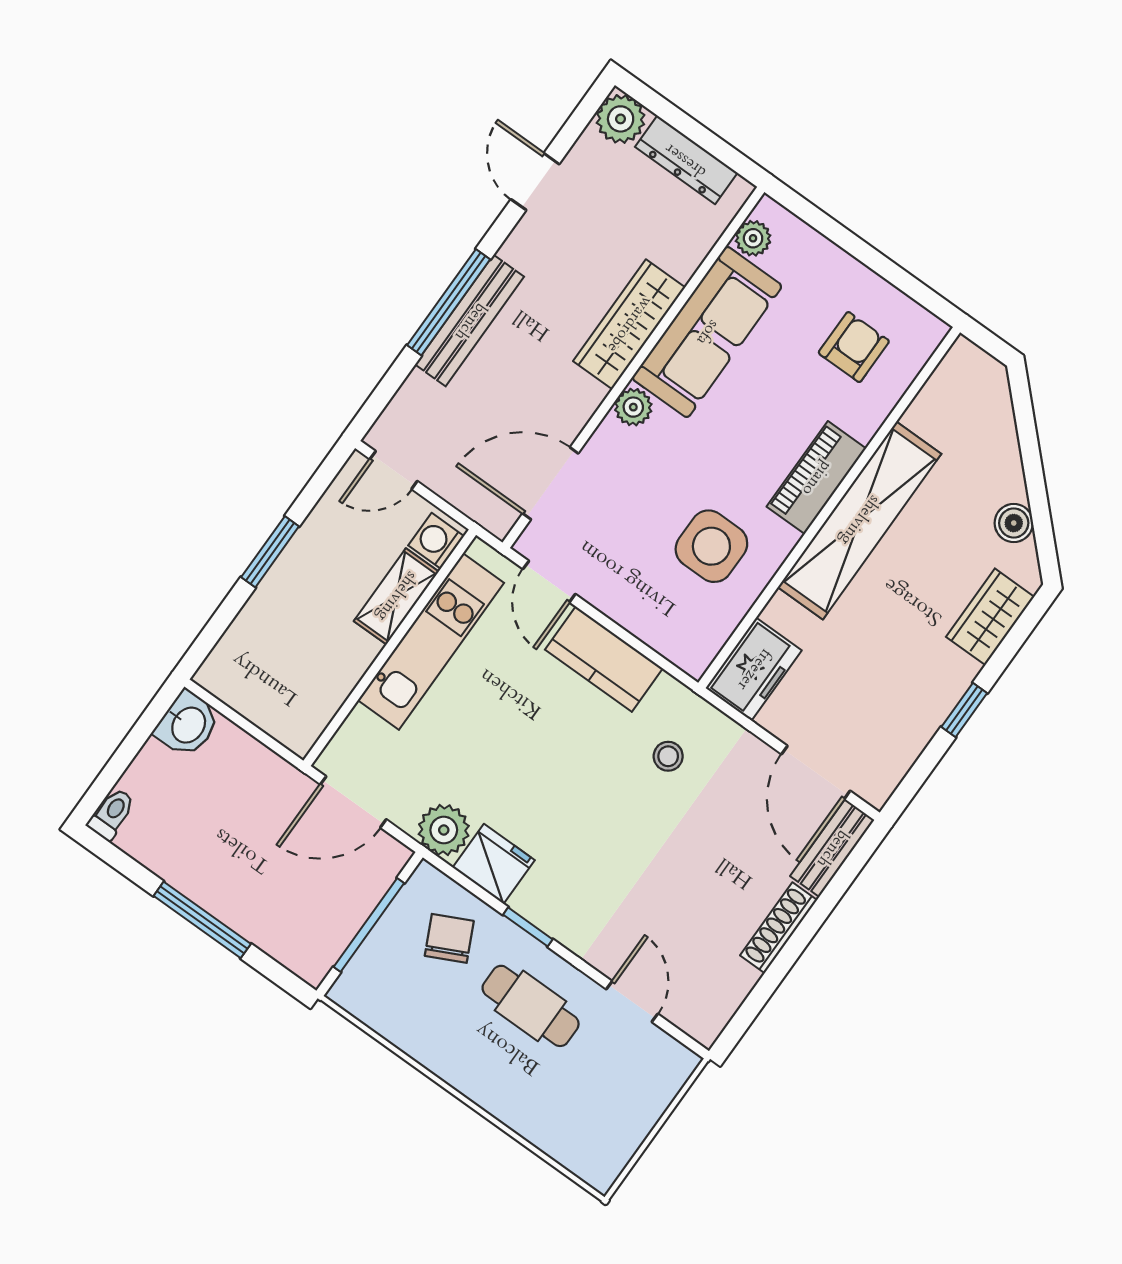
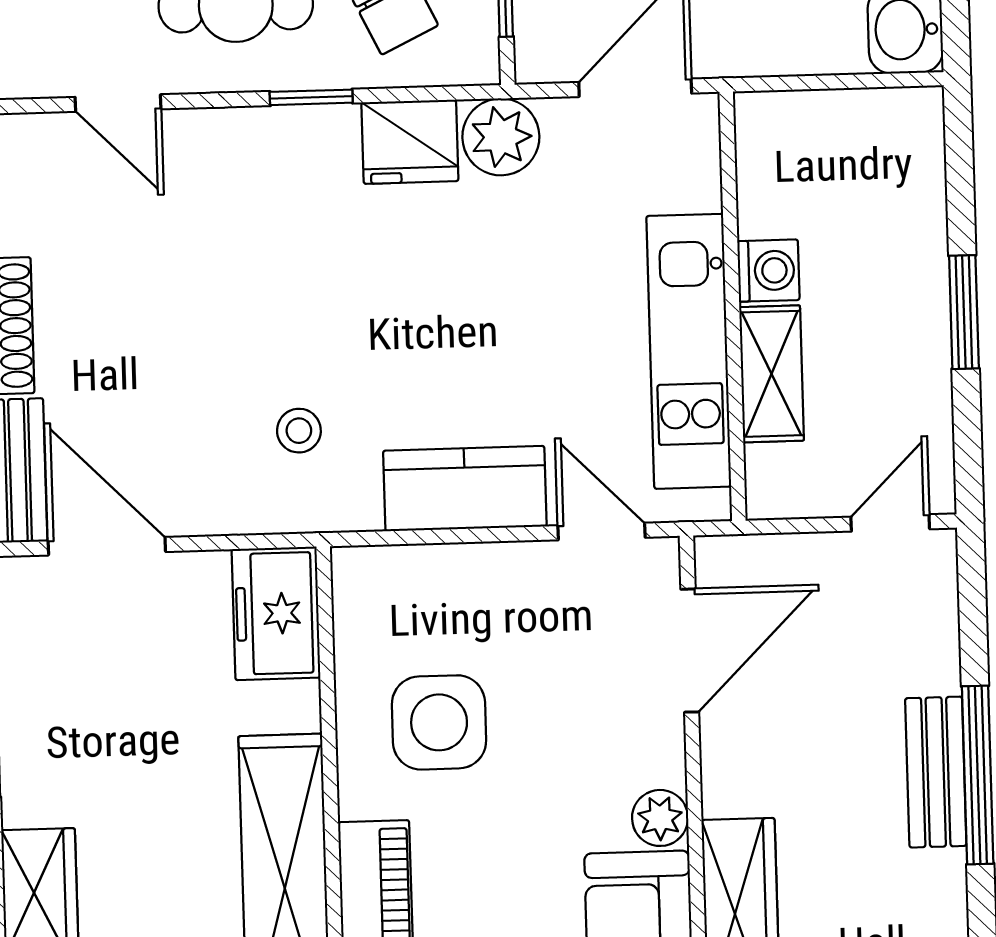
bench: (470, 321) -> (936, 772), width x0.73
washing machine: (436, 541) -> (768, 271), moved

